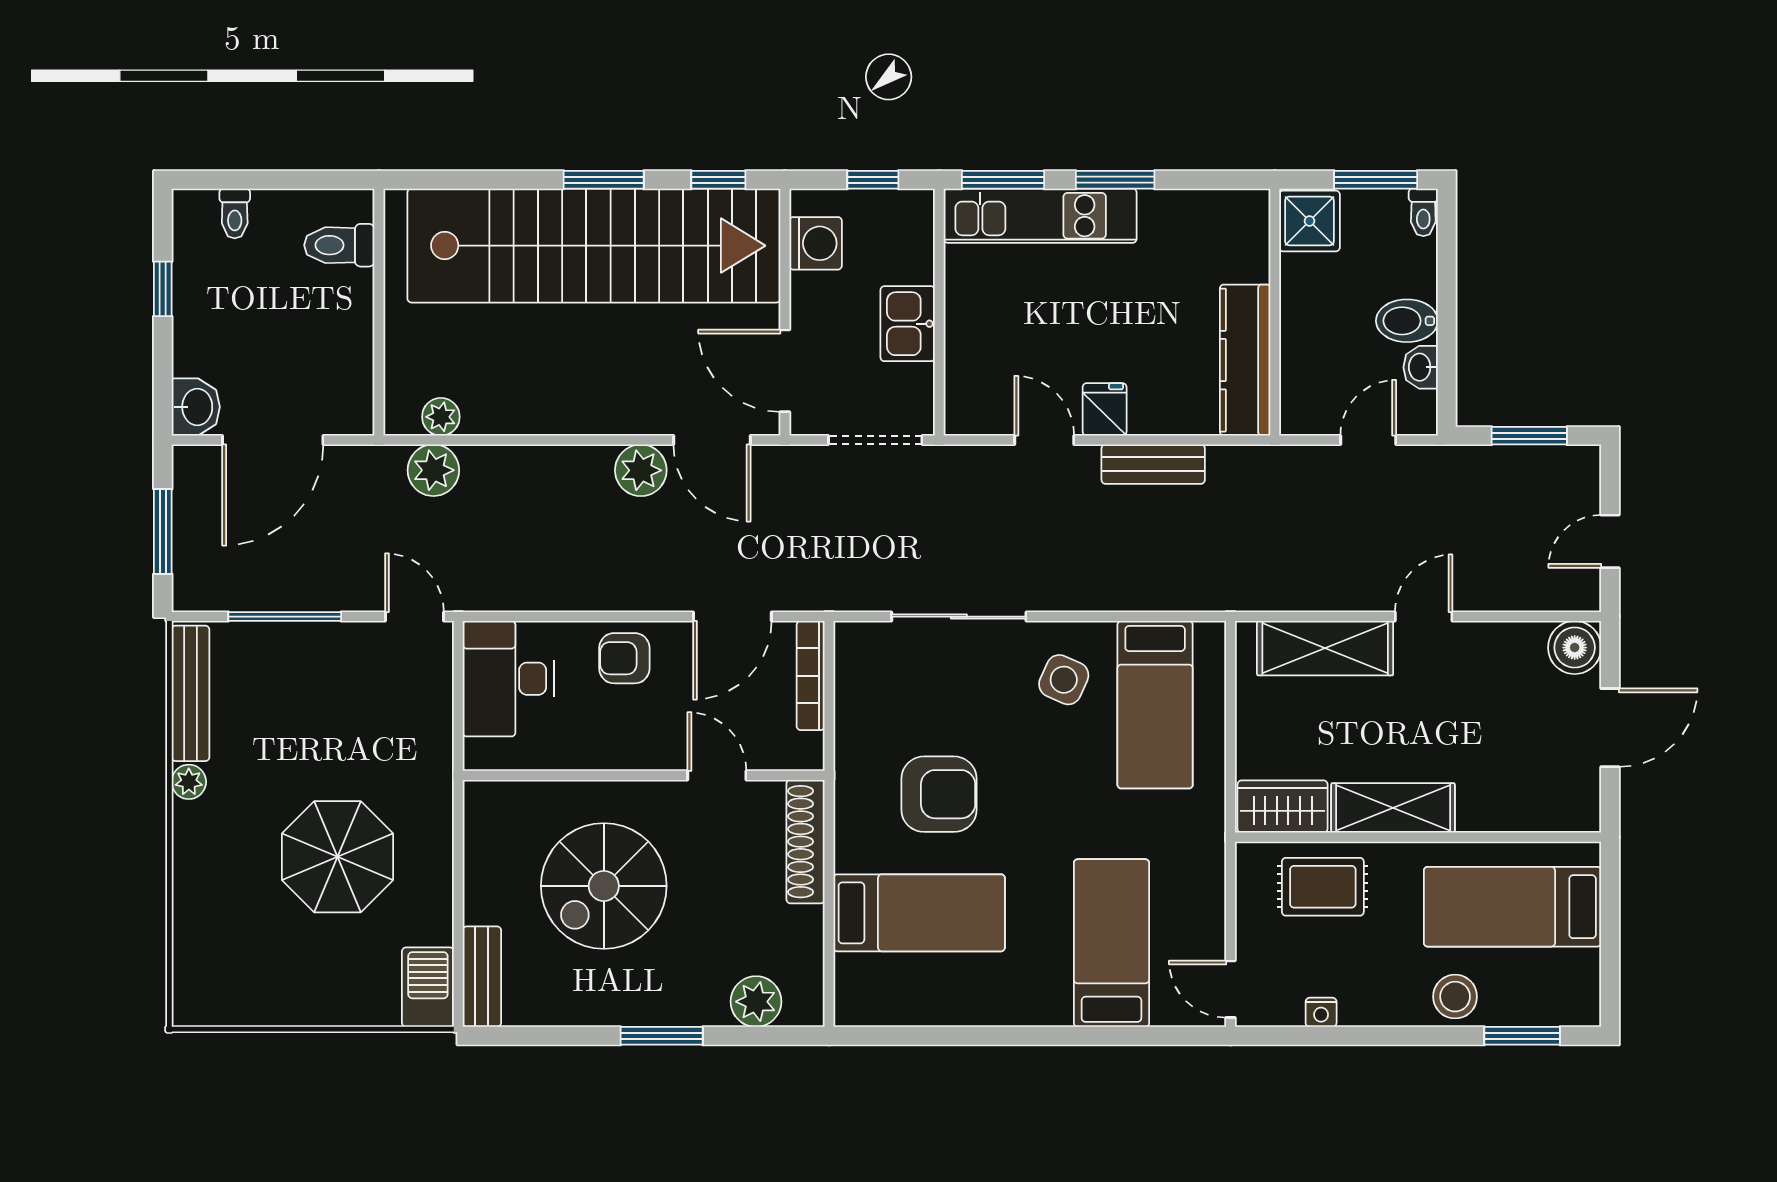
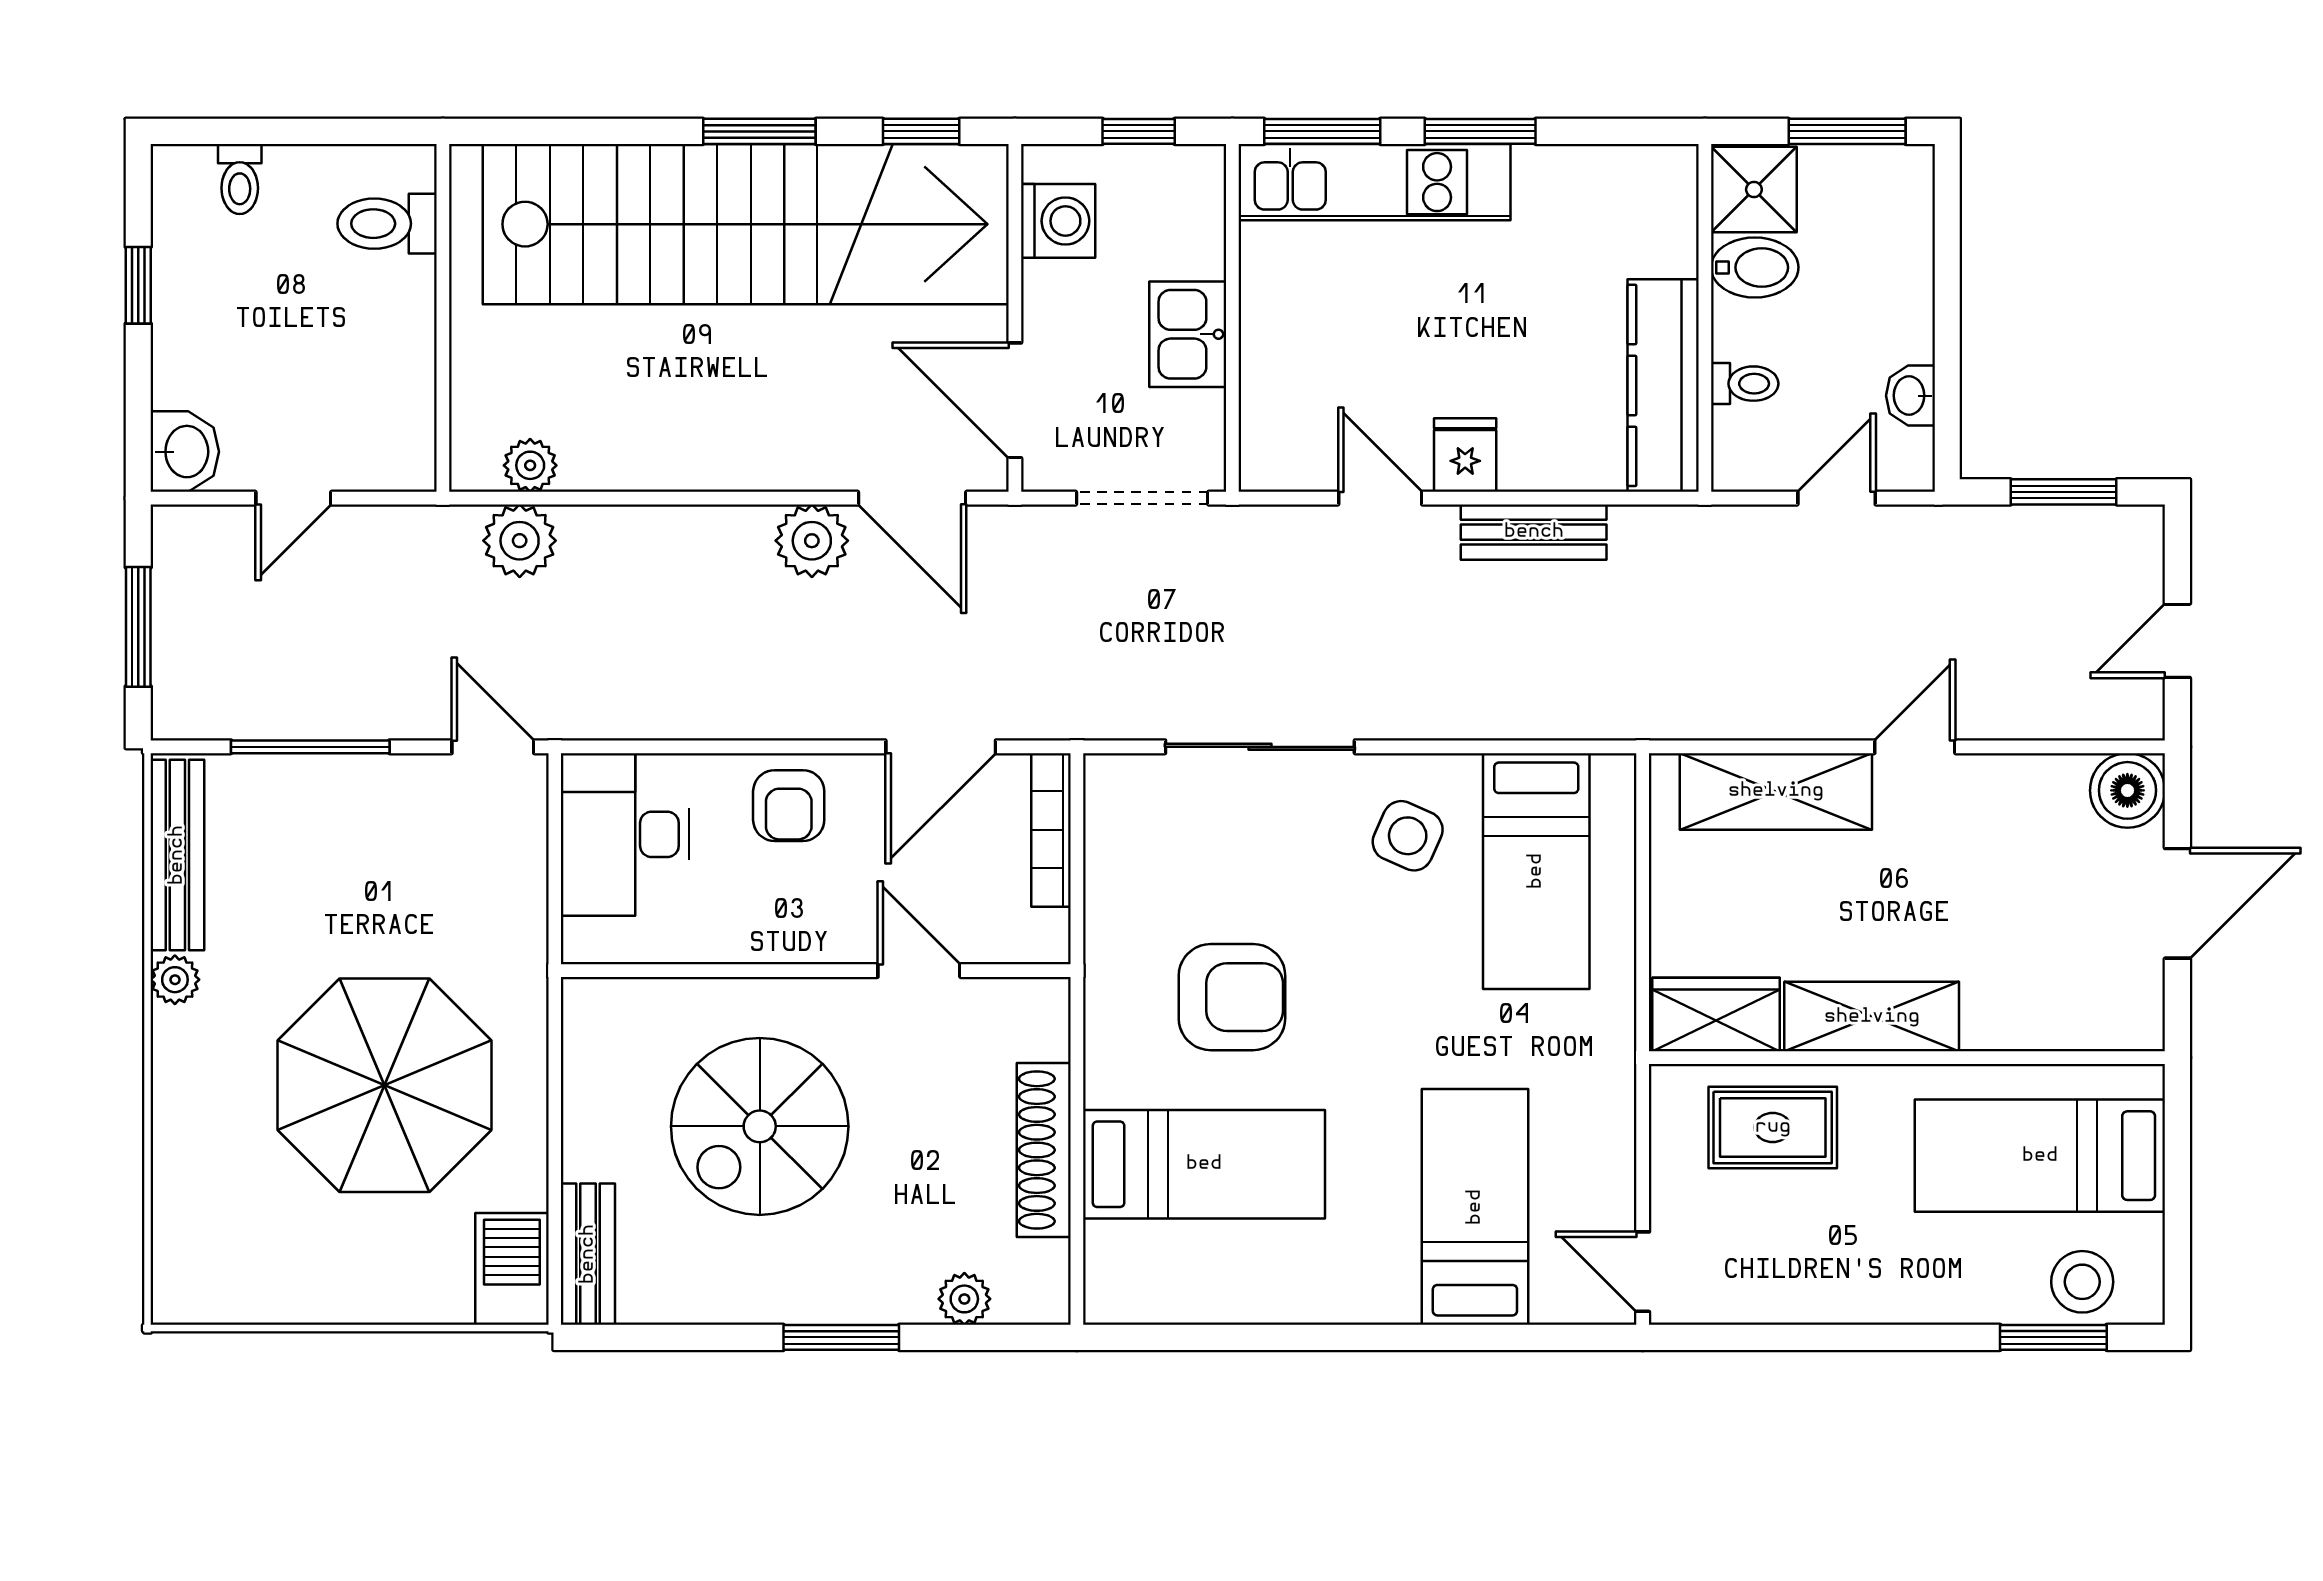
toilet: (1423, 212) -> (1745, 384), moved, turned -90
bidet: (1407, 321) -> (1755, 267), moved, turned 180
door: (273, 440) -> (293, 498), width x0.53
armchair: (624, 658) -> (789, 806), turned -90
shoe rack: (805, 842) -> (1044, 1150), moved
parasol: (337, 857) -> (384, 1085), width x1.36, depth x1.36
stool: (1455, 997) -> (2082, 1282), moved
plant: (756, 1002) -> (964, 1299), width x0.73, depth x0.73
nightstand: (1321, 1012) -> (1770, 1304), removed

